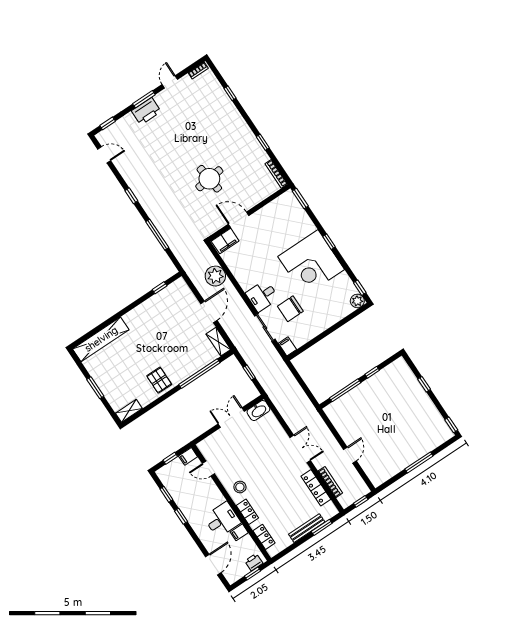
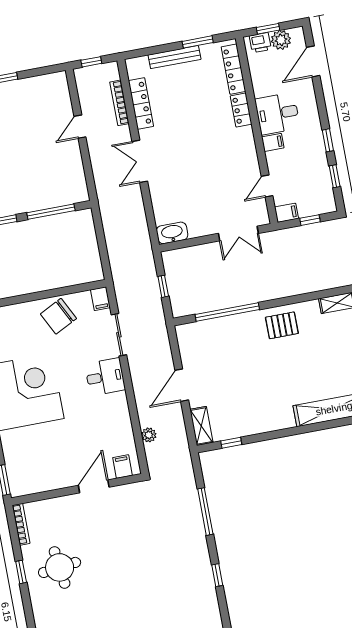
round table: (209, 179) -> (60, 567), moved
door: (239, 220) -> (94, 486), swing flipped
filing cabinet: (225, 241) -> (123, 466), width x0.50
plant: (215, 276) -> (149, 435), width x0.53, depth x0.53
chair: (290, 309) -> (58, 316), moved, turned 153
shelving: (218, 342) -> (201, 426), moved
pallet: (159, 380) -> (282, 325), turned 90
double door: (231, 418) -> (238, 233), moved
door: (209, 469) -> (267, 186), swing flipped
stool: (240, 487) -> (237, 146), removed
window: (322, 527) -> (198, 42), moved
filing cabinet: (239, 532) -> (273, 142), moved
locker: (264, 537) -> (234, 69), width x1.53
plant: (241, 570) -> (281, 40), added

